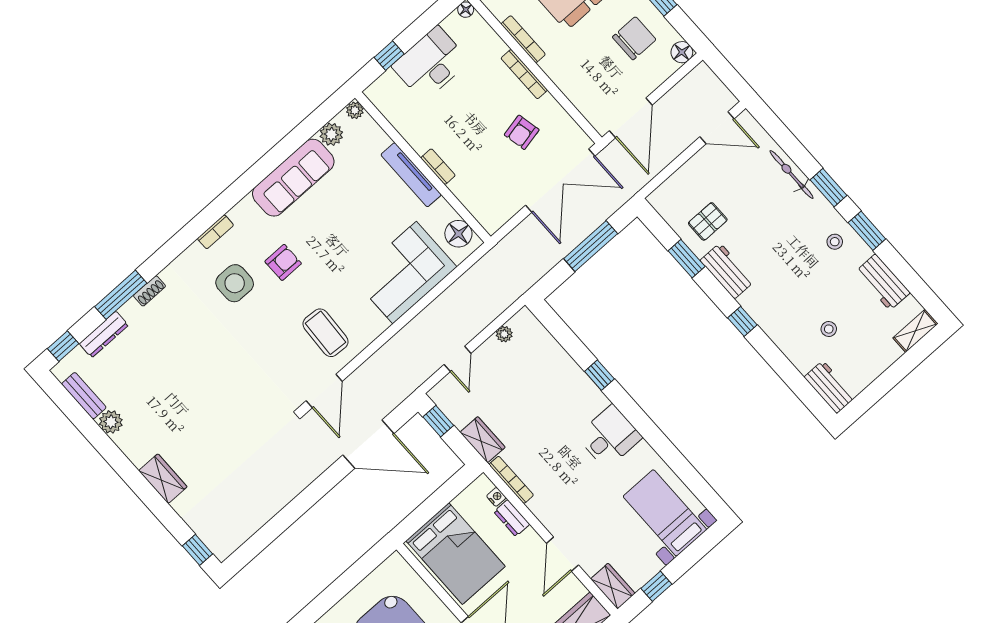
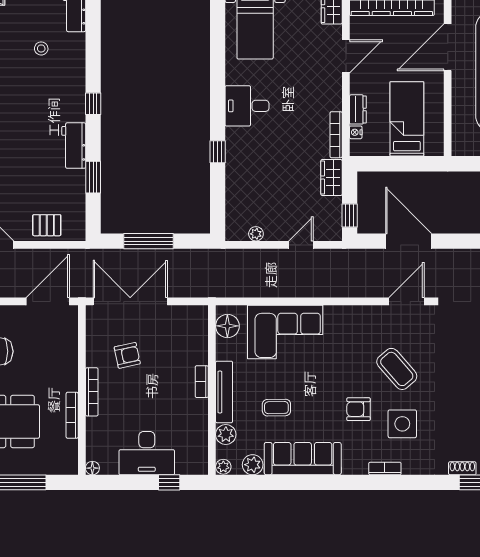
plant: (377, 140) -> (226, 434), added
coffee table: (354, 201) -> (276, 408), added
pallet: (708, 221) -> (47, 225), moved
coffee table: (325, 333) -> (397, 369), moved, turned -44
bed: (456, 554) -> (407, 119), width x0.67

